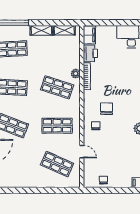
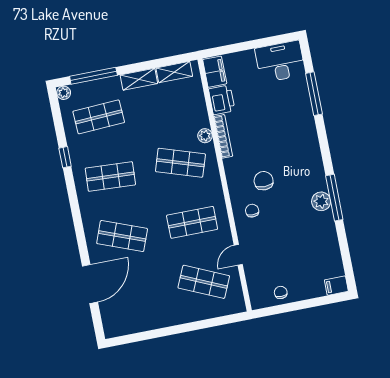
door: (82, 152) -> (238, 255), swing flipped

